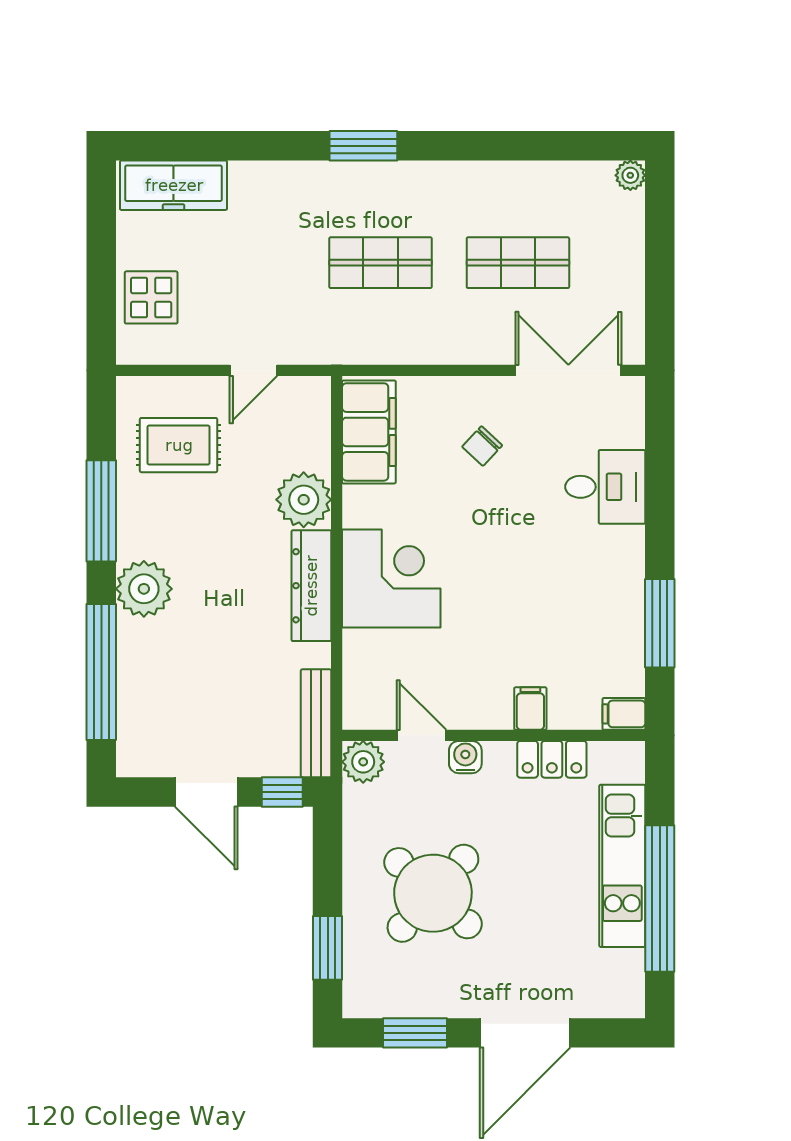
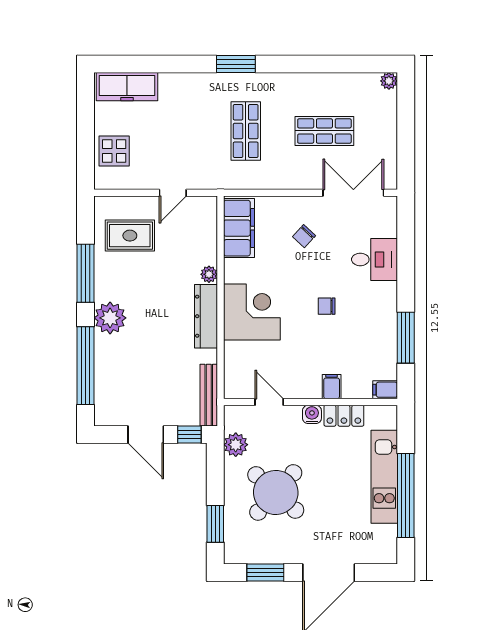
shop shelf: (381, 263) -> (246, 131), turned 90
plant: (304, 500) -> (209, 274), width x0.53, depth x0.53
chair: (522, 568) -> (327, 306), added
water cooler: (465, 757) -> (312, 414), moved
plant: (363, 762) -> (236, 445), moved

